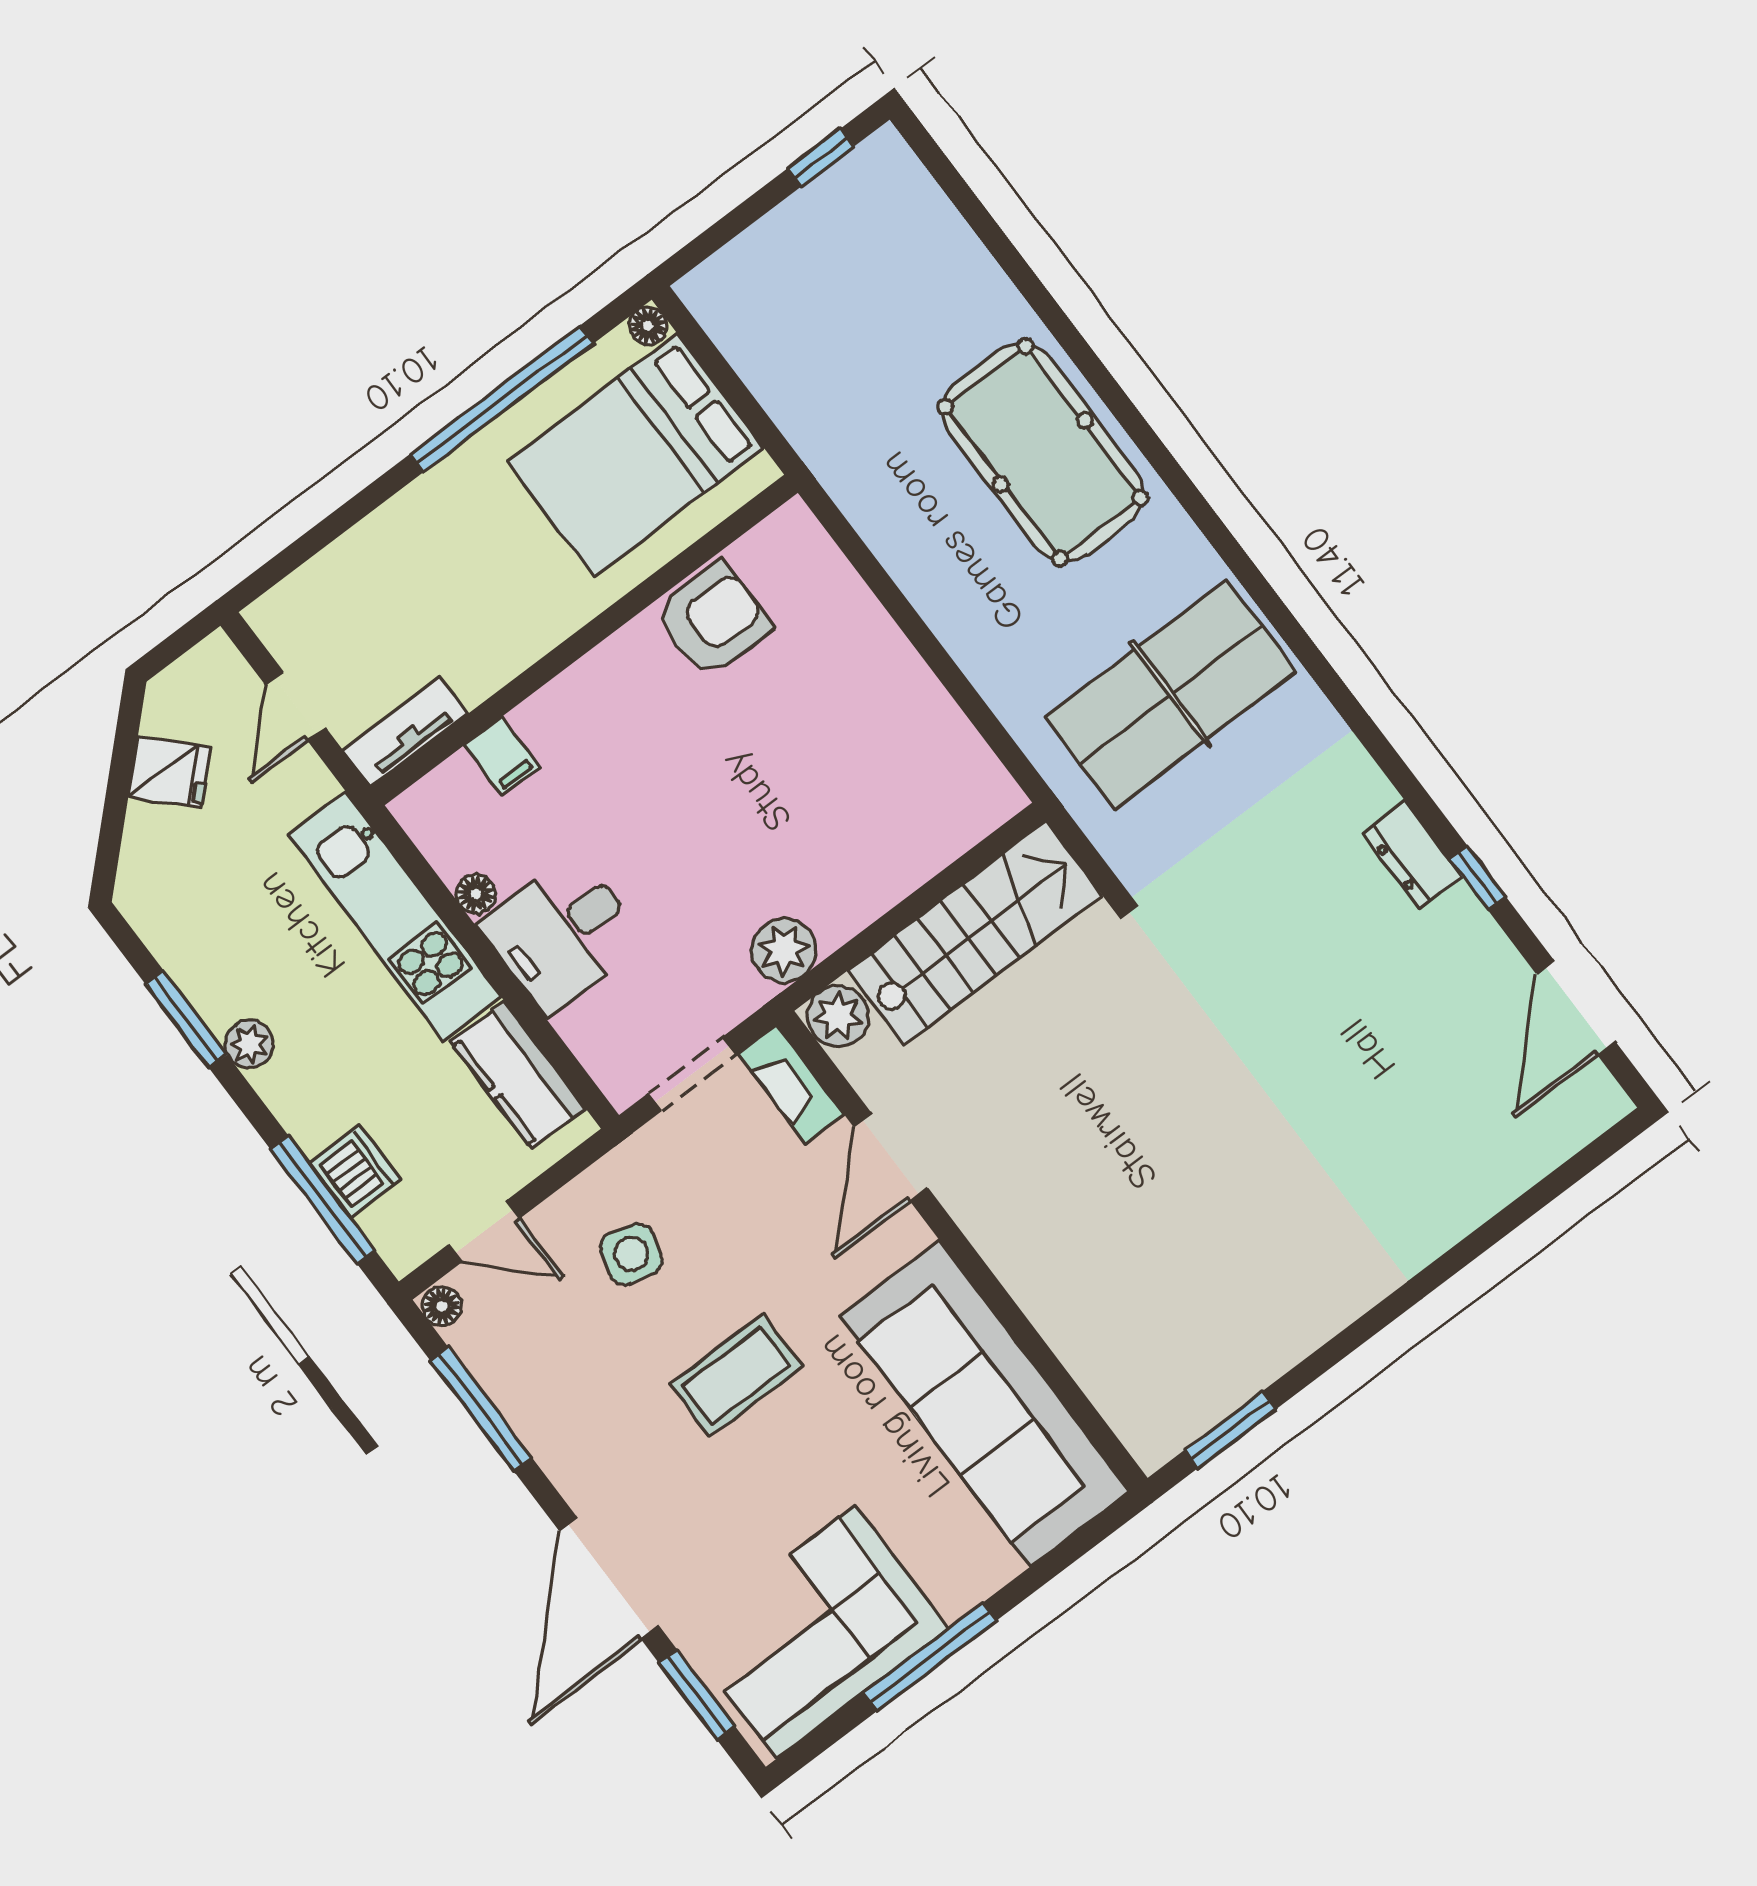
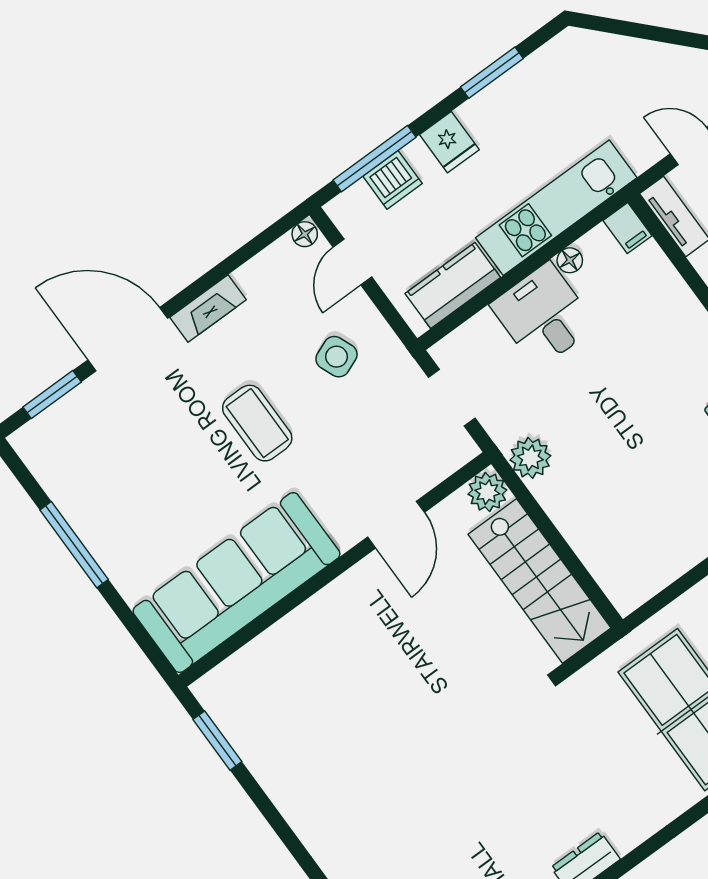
filing cabinet: (502, 756) -> (627, 228), moved, turned -90
fridge: (169, 772) -> (449, 142), moved, turned -46
plant: (249, 1044) -> (475, 113), removed
fireplace: (791, 1084) -> (208, 309), moved, turned 180
door: (891, 1157) -> (396, 525), swing flipped
side table: (631, 1254) -> (336, 357), turned -38
window: (481, 1409) -> (238, 258), removed
corner sofa: (816, 1632) -> (91, 472), removed

